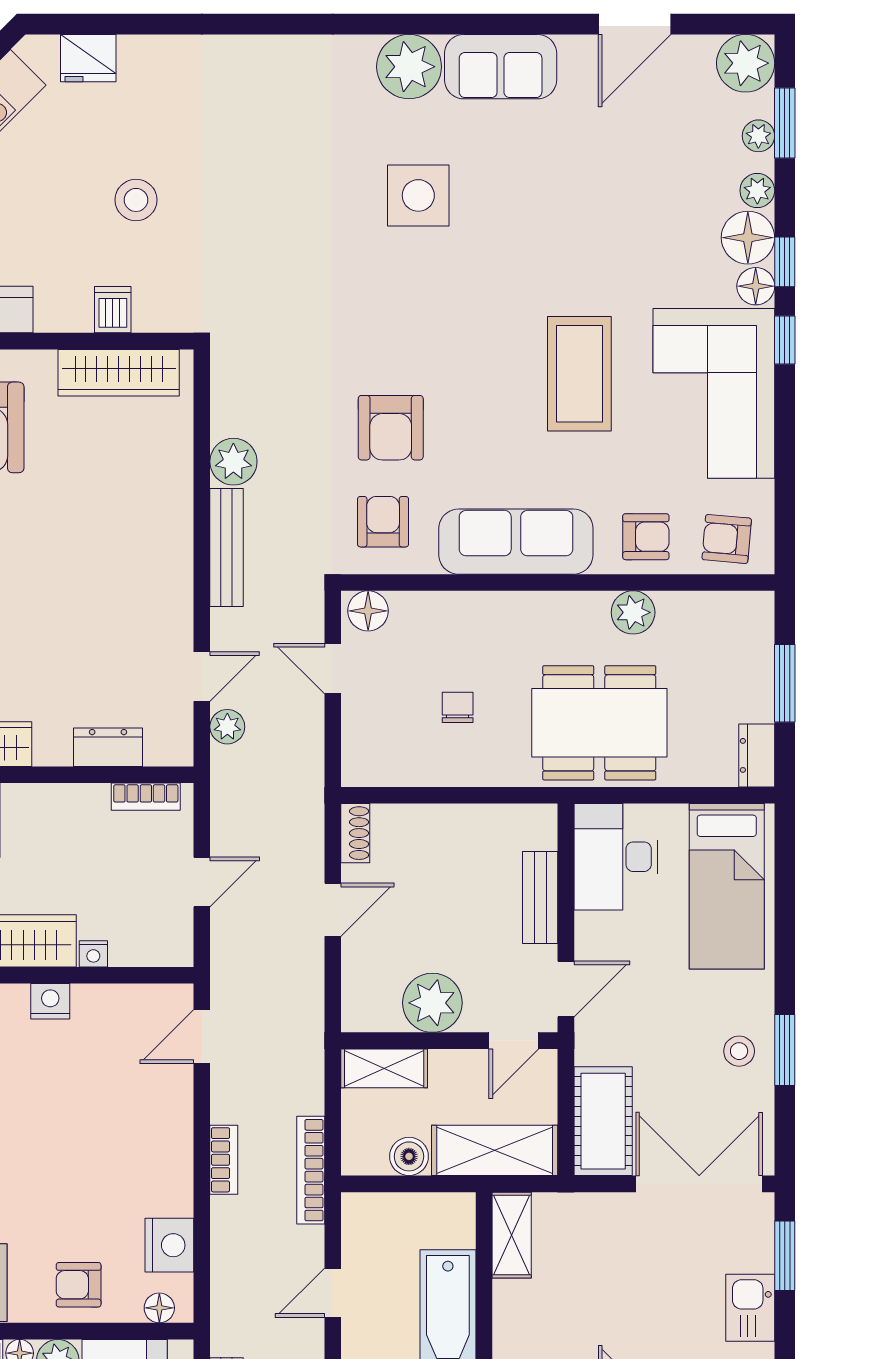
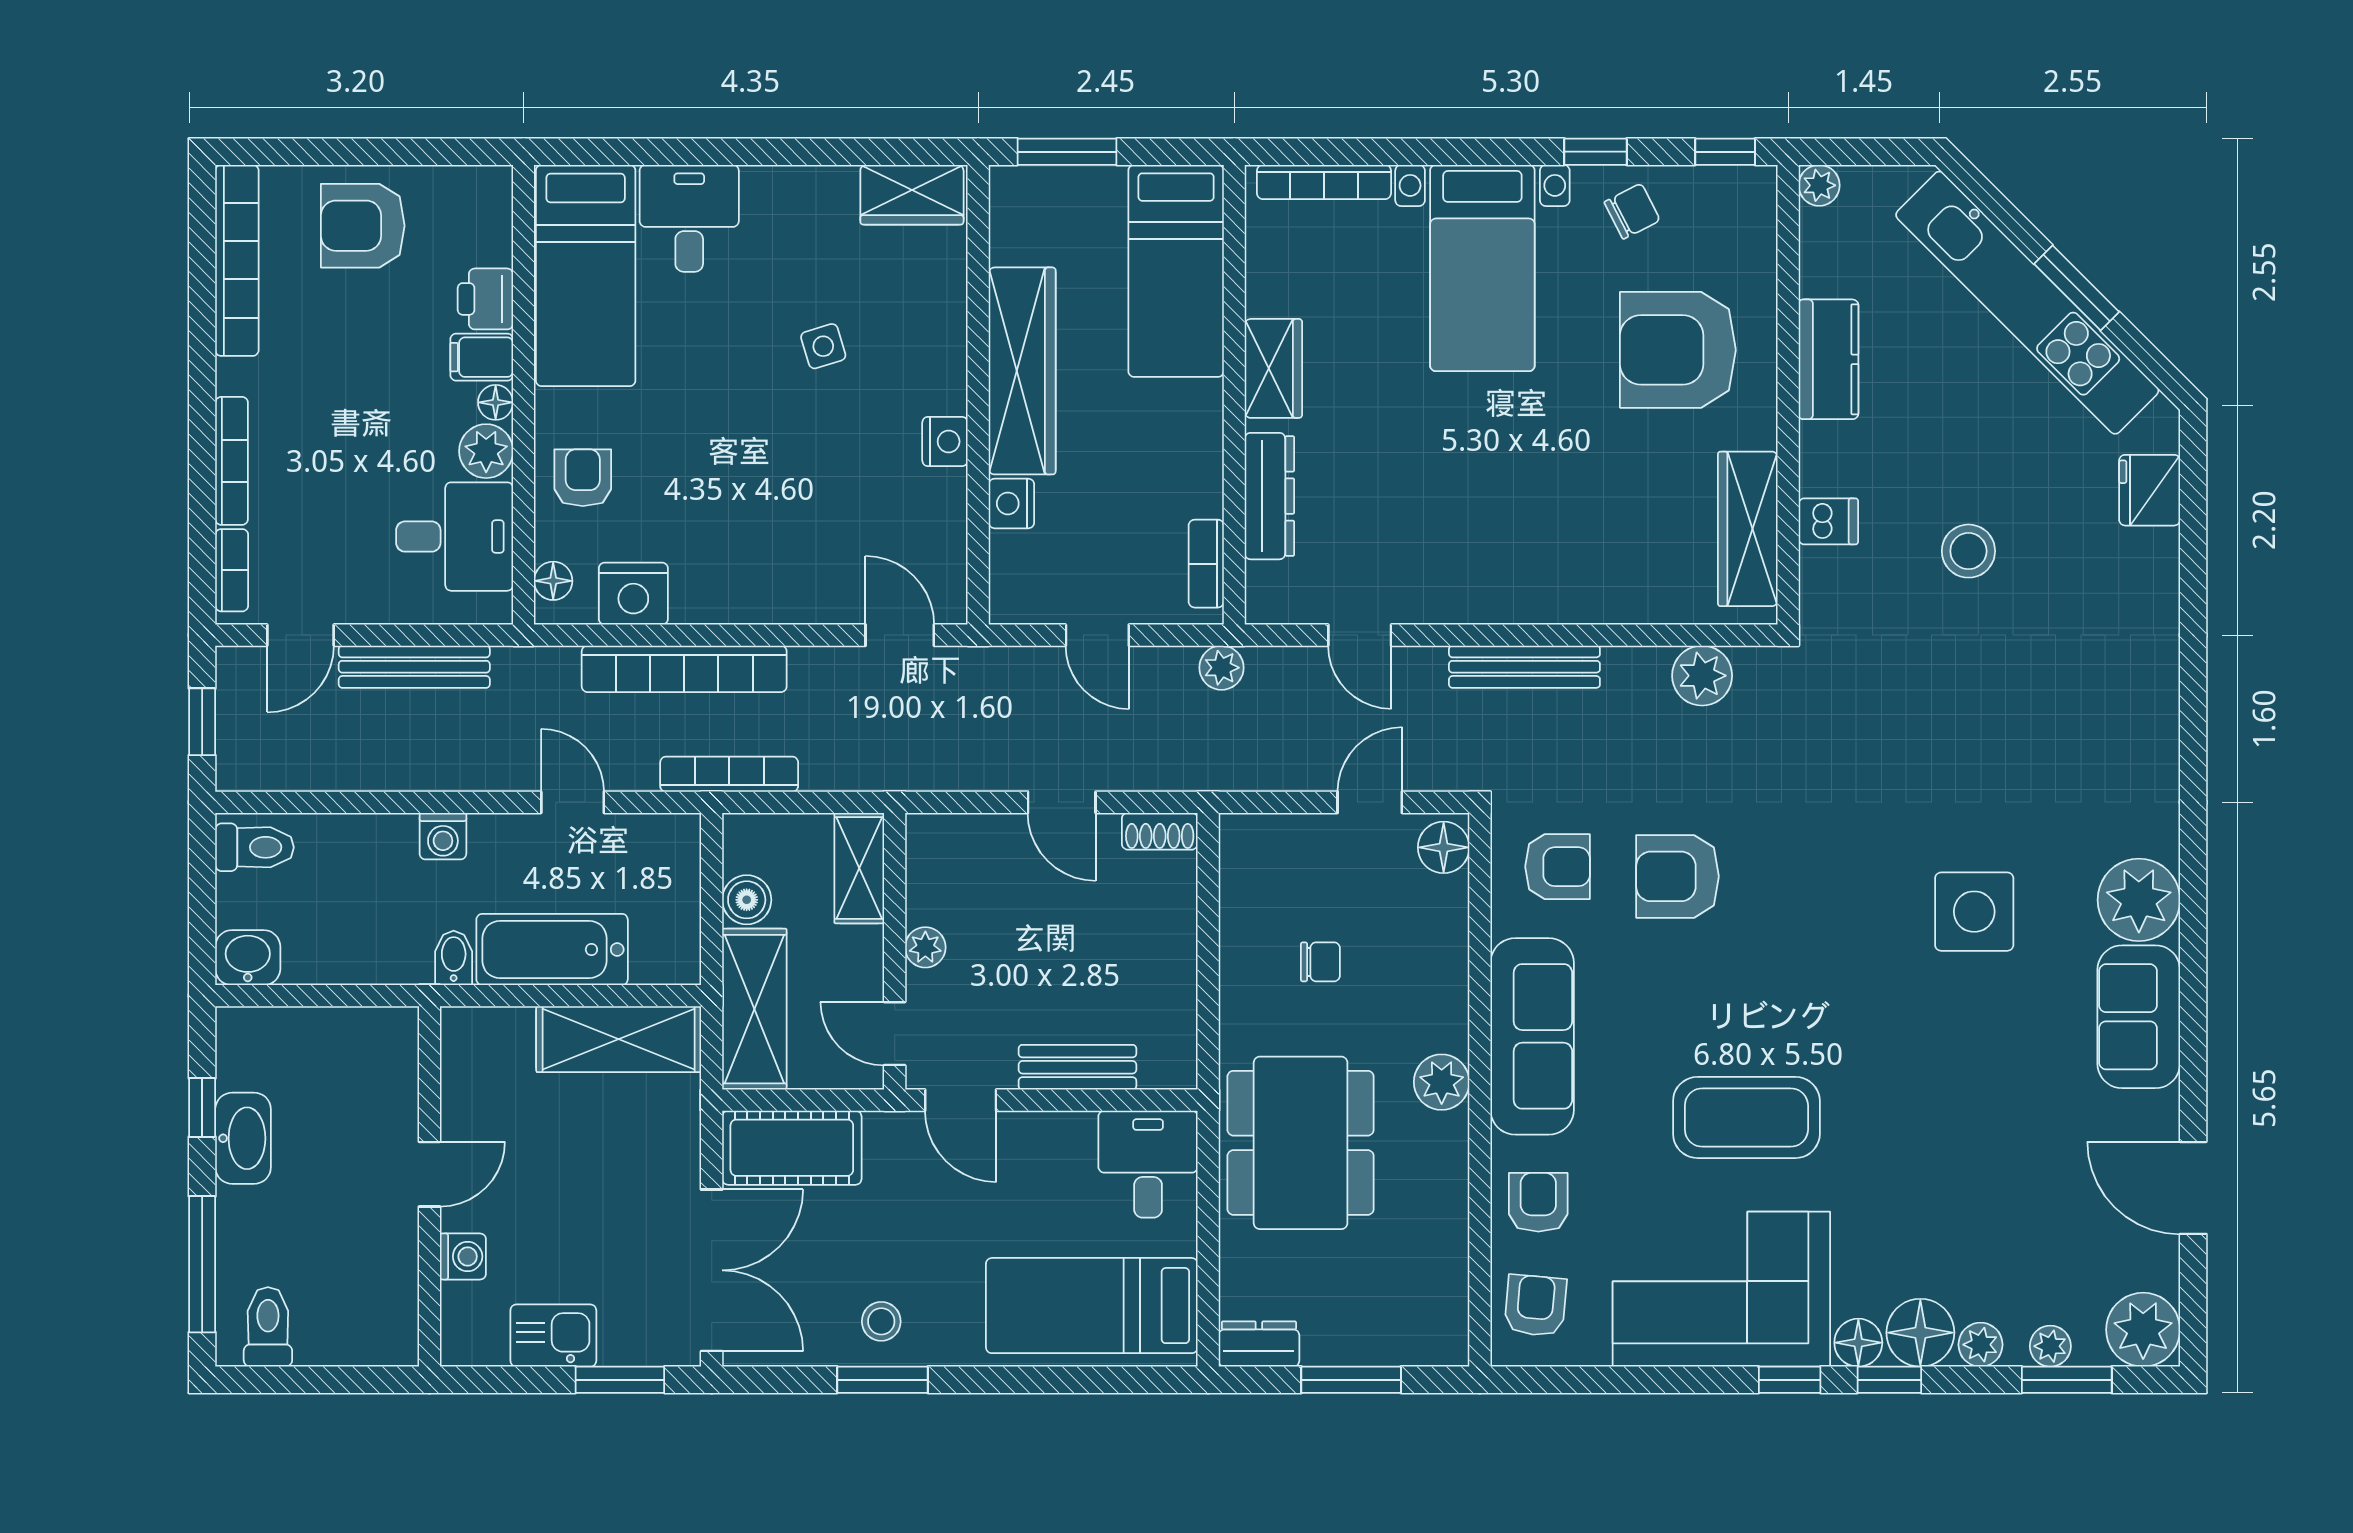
plant: (233, 462) -> (1702, 676), moved
armchair: (646, 537) -> (1538, 1202), turned 180
plant: (633, 612) -> (1442, 1082), moved
plant: (227, 727) -> (1221, 668), moved
dresser: (108, 747) -> (1269, 496), width x1.44
desk: (616, 857) -> (1148, 1164), width x0.73
nightstand: (93, 954) -> (1011, 503), width x1.39, depth x1.35
plant: (432, 1003) -> (925, 947), width x0.53, depth x0.53
bookcase: (224, 1160) -> (684, 669), width x2.31, depth x1.31
shelving: (512, 1235) -> (619, 1039), width x1.50, depth x1.33

